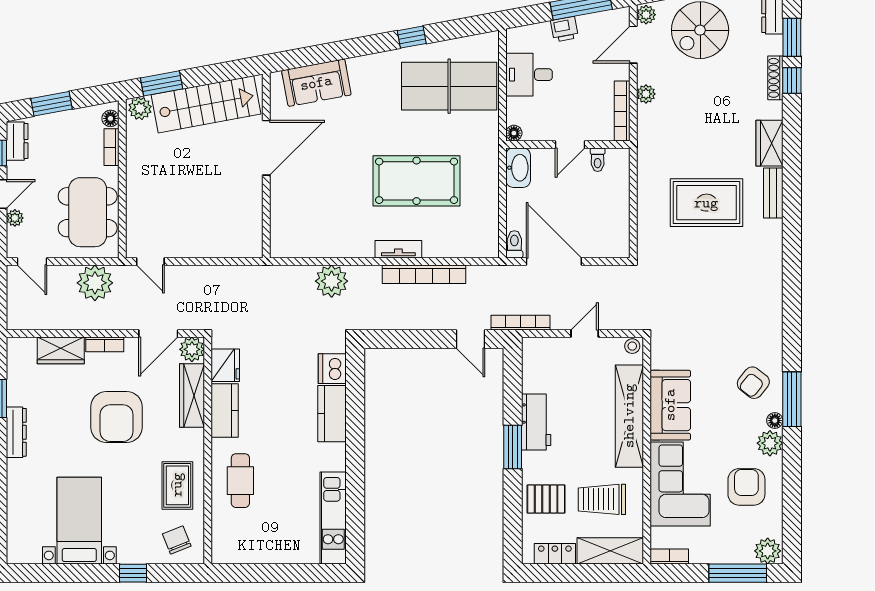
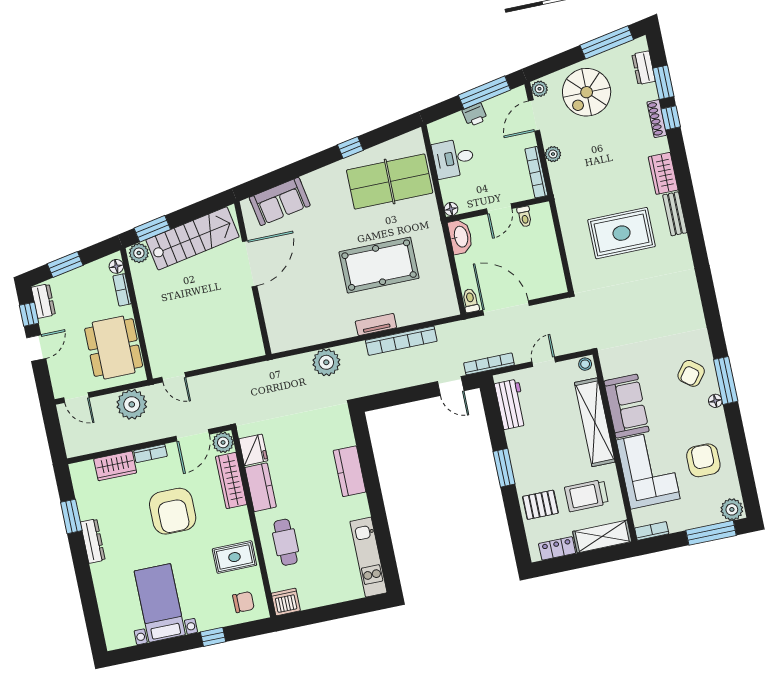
plant: (15, 218) -> (55, 365), removed
dishwasher: (332, 369) -> (286, 602), moved, turned 90
workbench: (536, 422) -> (511, 404), moved
plant: (770, 443) -> (715, 420), removed
rug: (177, 485) -> (234, 557), turned 90
chair: (177, 540) -> (243, 602), turned 112

